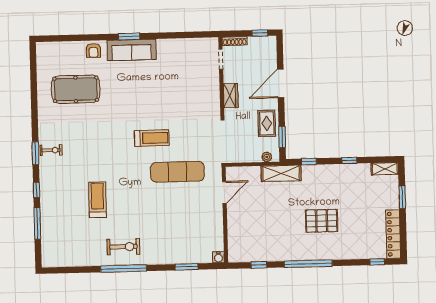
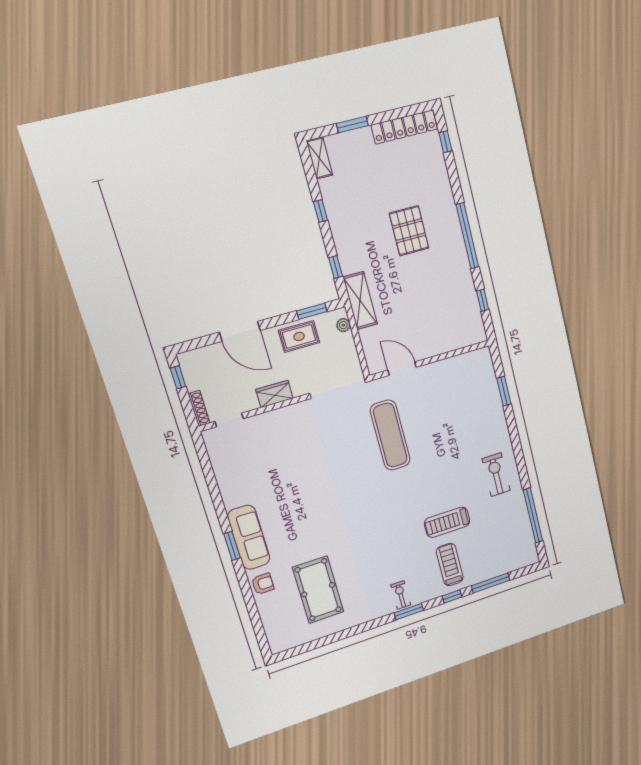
treadmill: (152, 138) -> (450, 565), moved
water cooler: (218, 257) -> (484, 355), removed
window: (124, 269) -> (533, 515), moved

